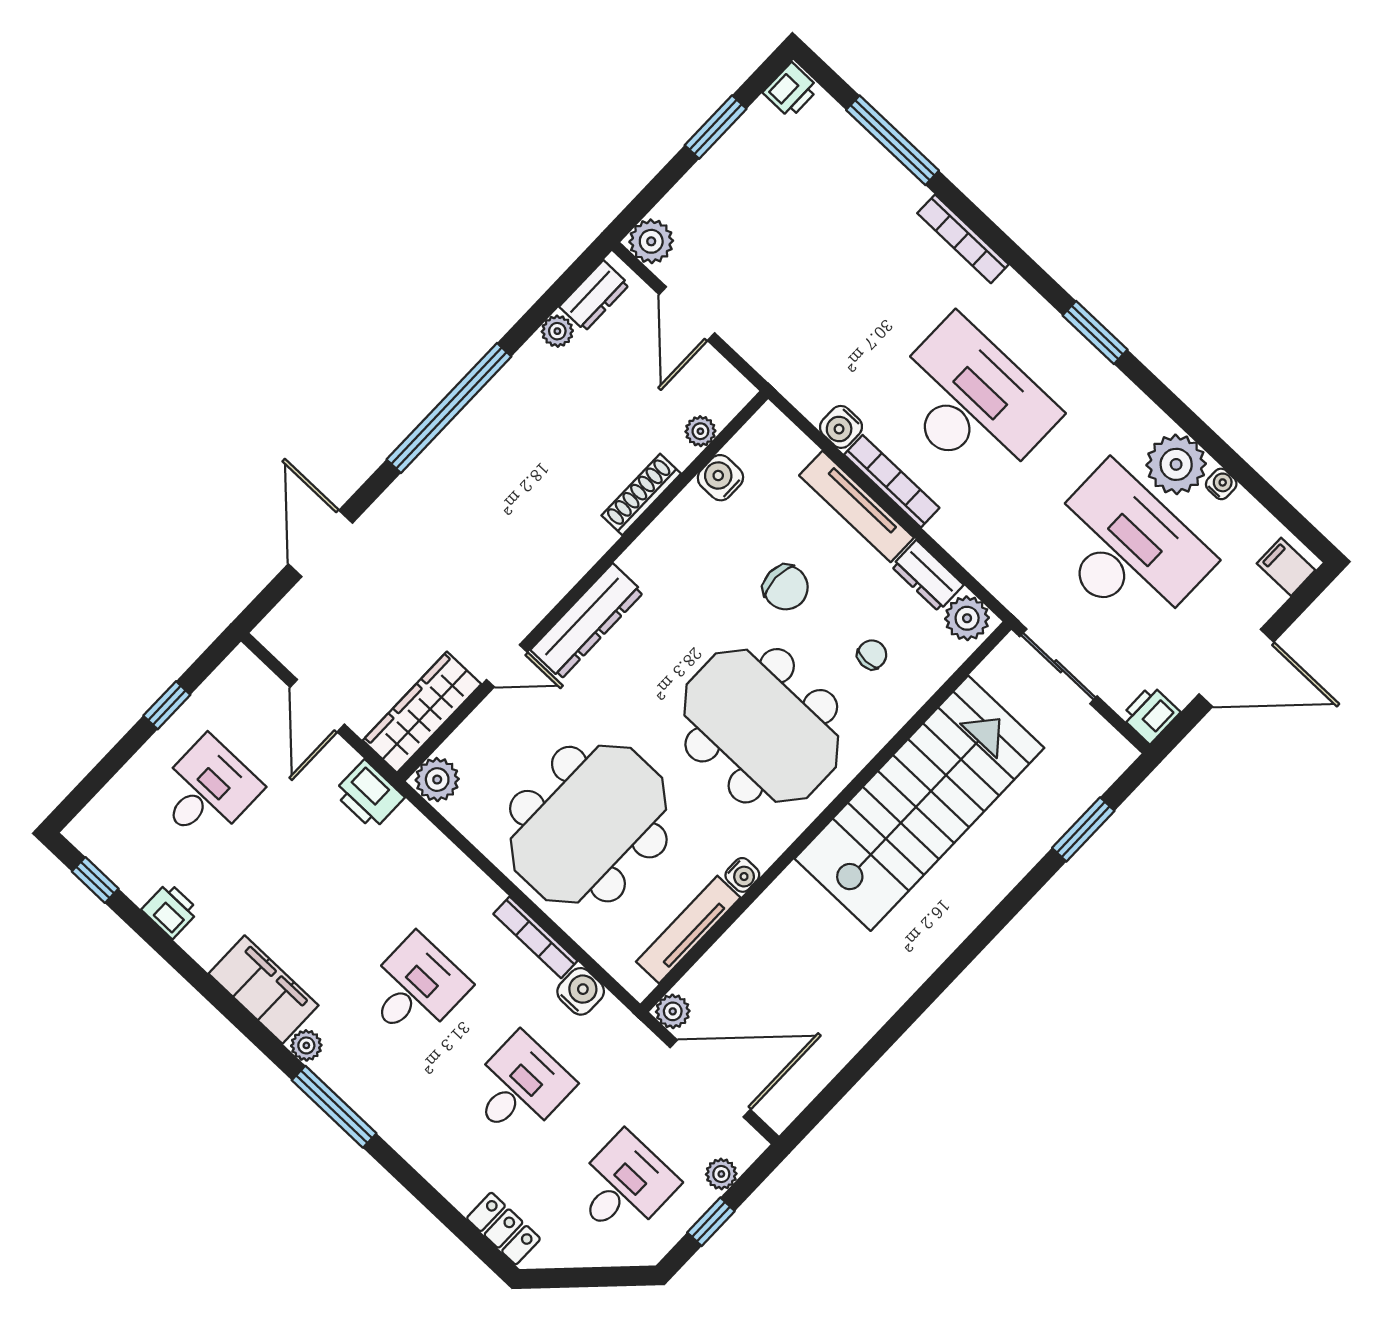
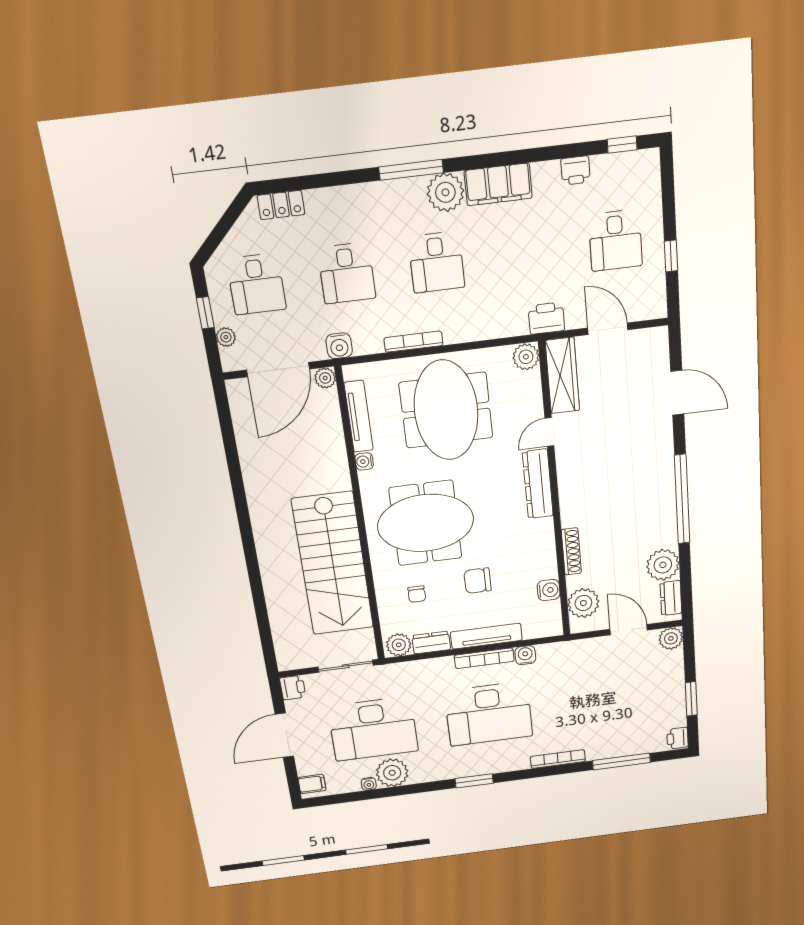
plant: (557, 331) -> (663, 565), width x1.87, depth x1.87
plant: (700, 431) -> (583, 603), width x1.88, depth x1.88
window: (1083, 829) -> (263, 624), removed
water cooler: (581, 991) -> (339, 346), moved
plant: (306, 1045) -> (445, 192), width x1.88, depth x1.88

